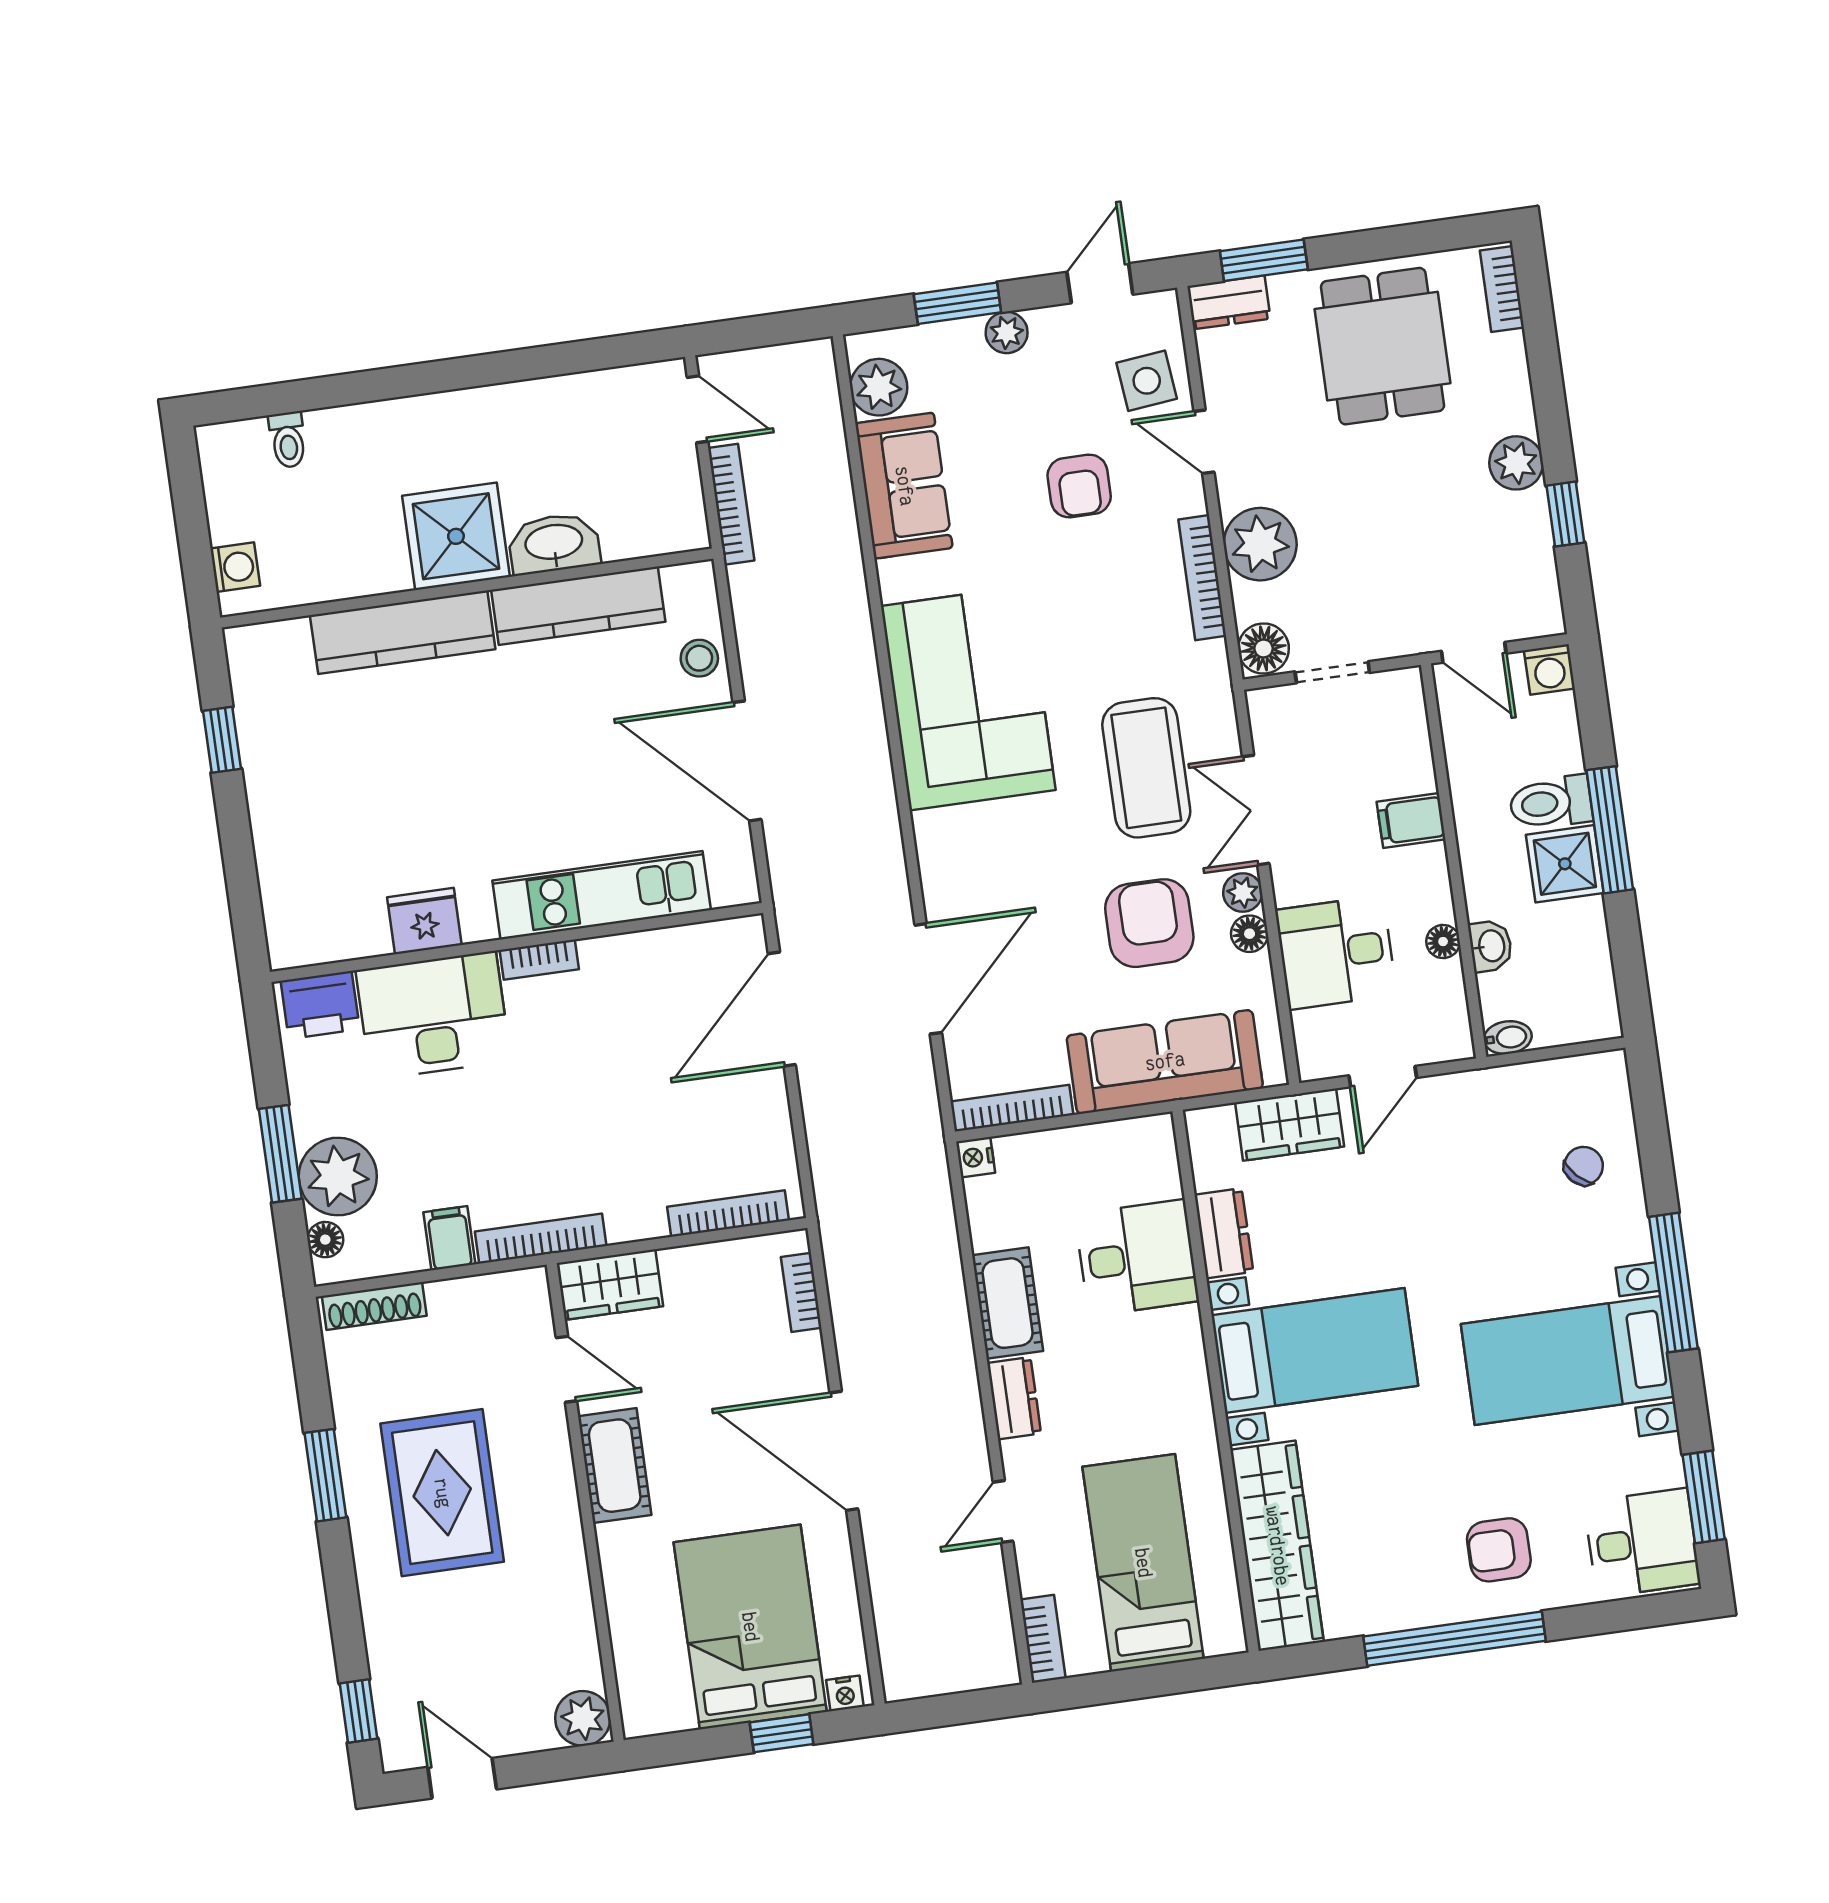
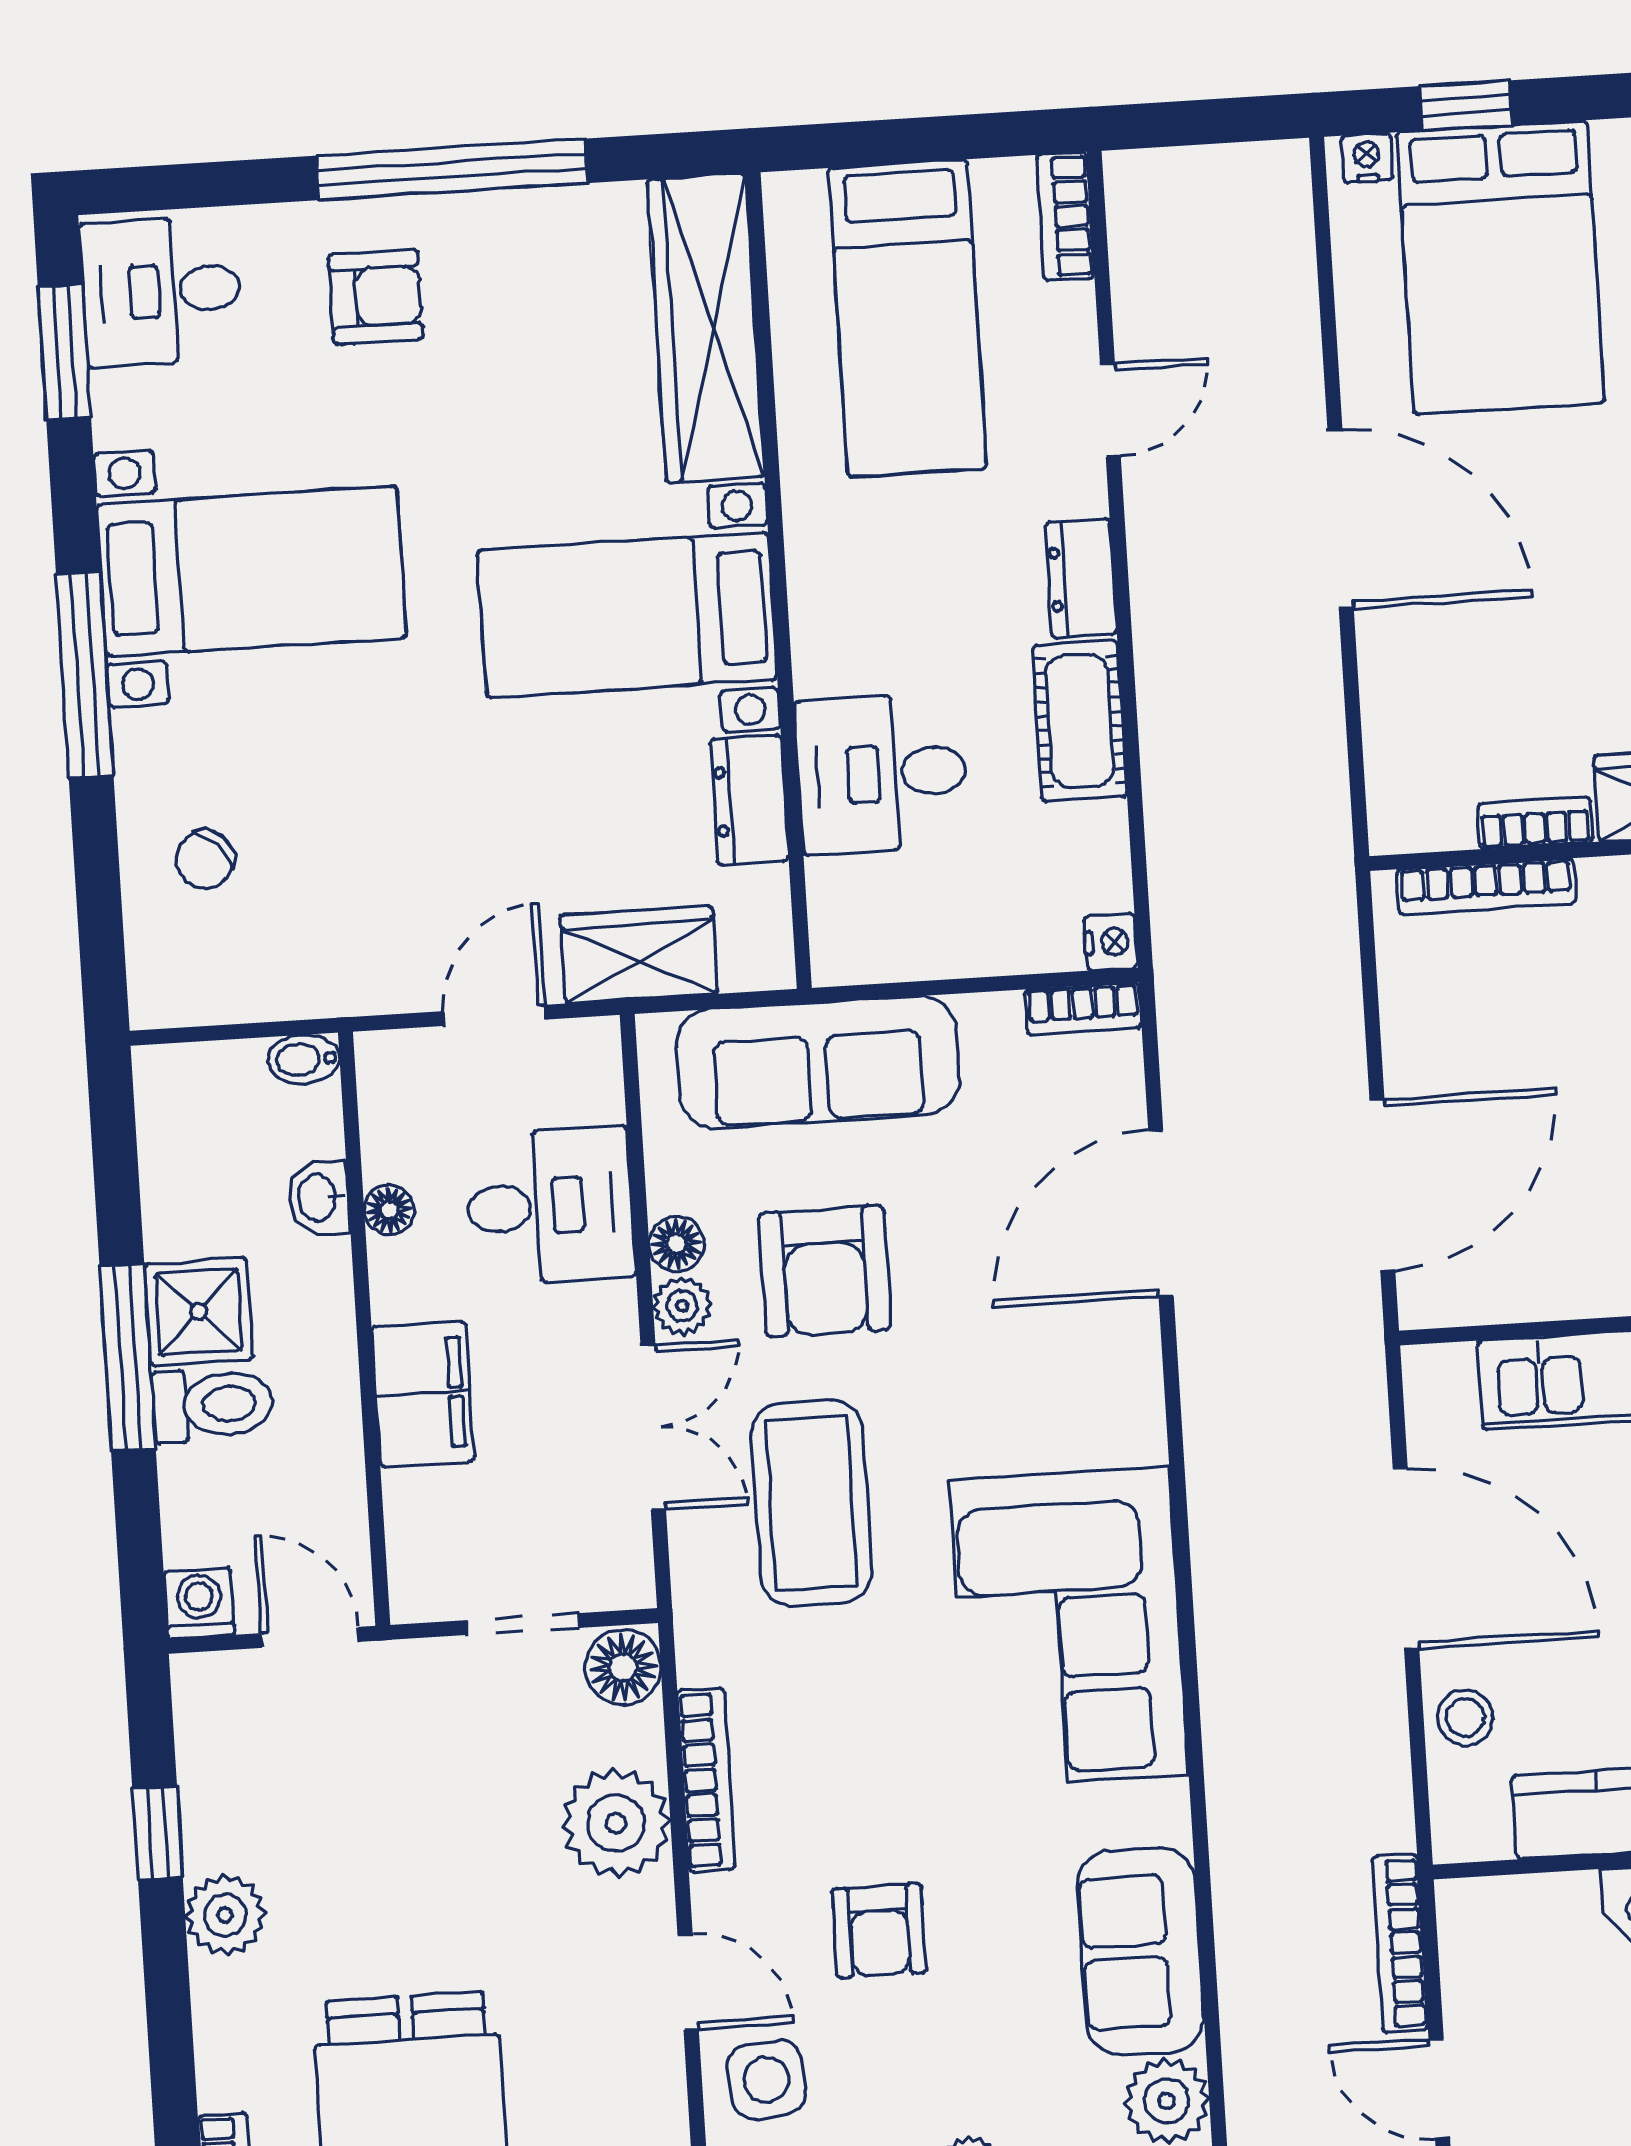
armchair: (1079, 486) -> (879, 1931), turned 180
filing cabinet: (1411, 820) -> (423, 1394), width x2.00
bookcase: (1012, 1108) -> (1083, 1009), width x0.64
bookcase: (801, 1292) -> (1535, 823), moved, turned -90

